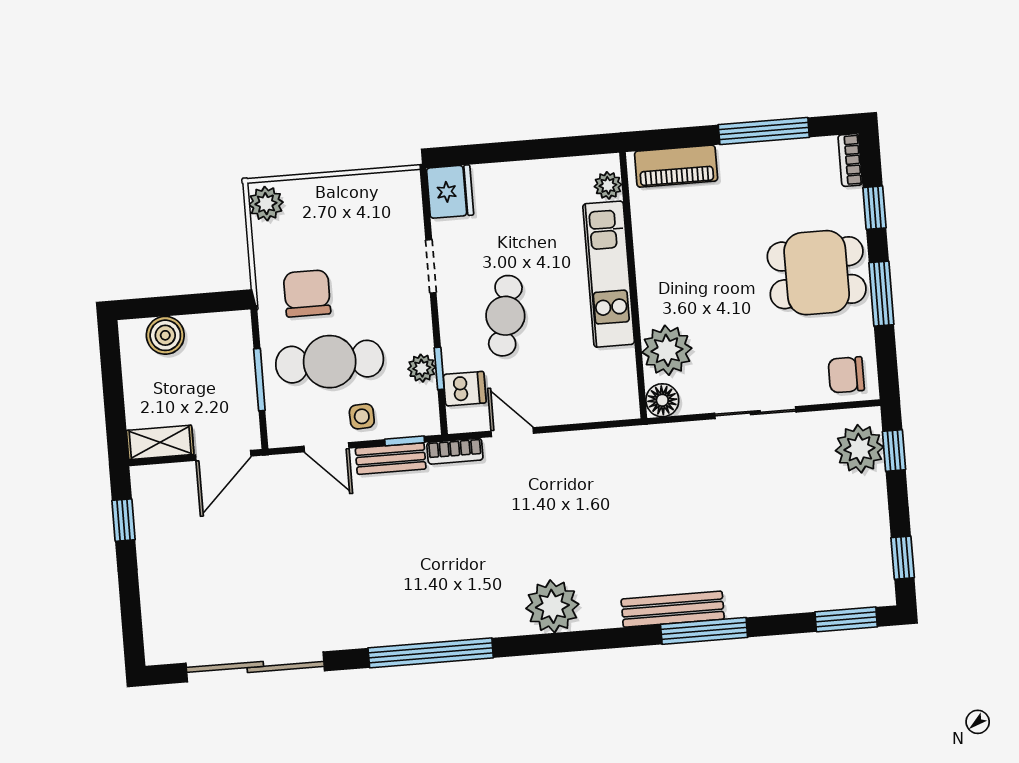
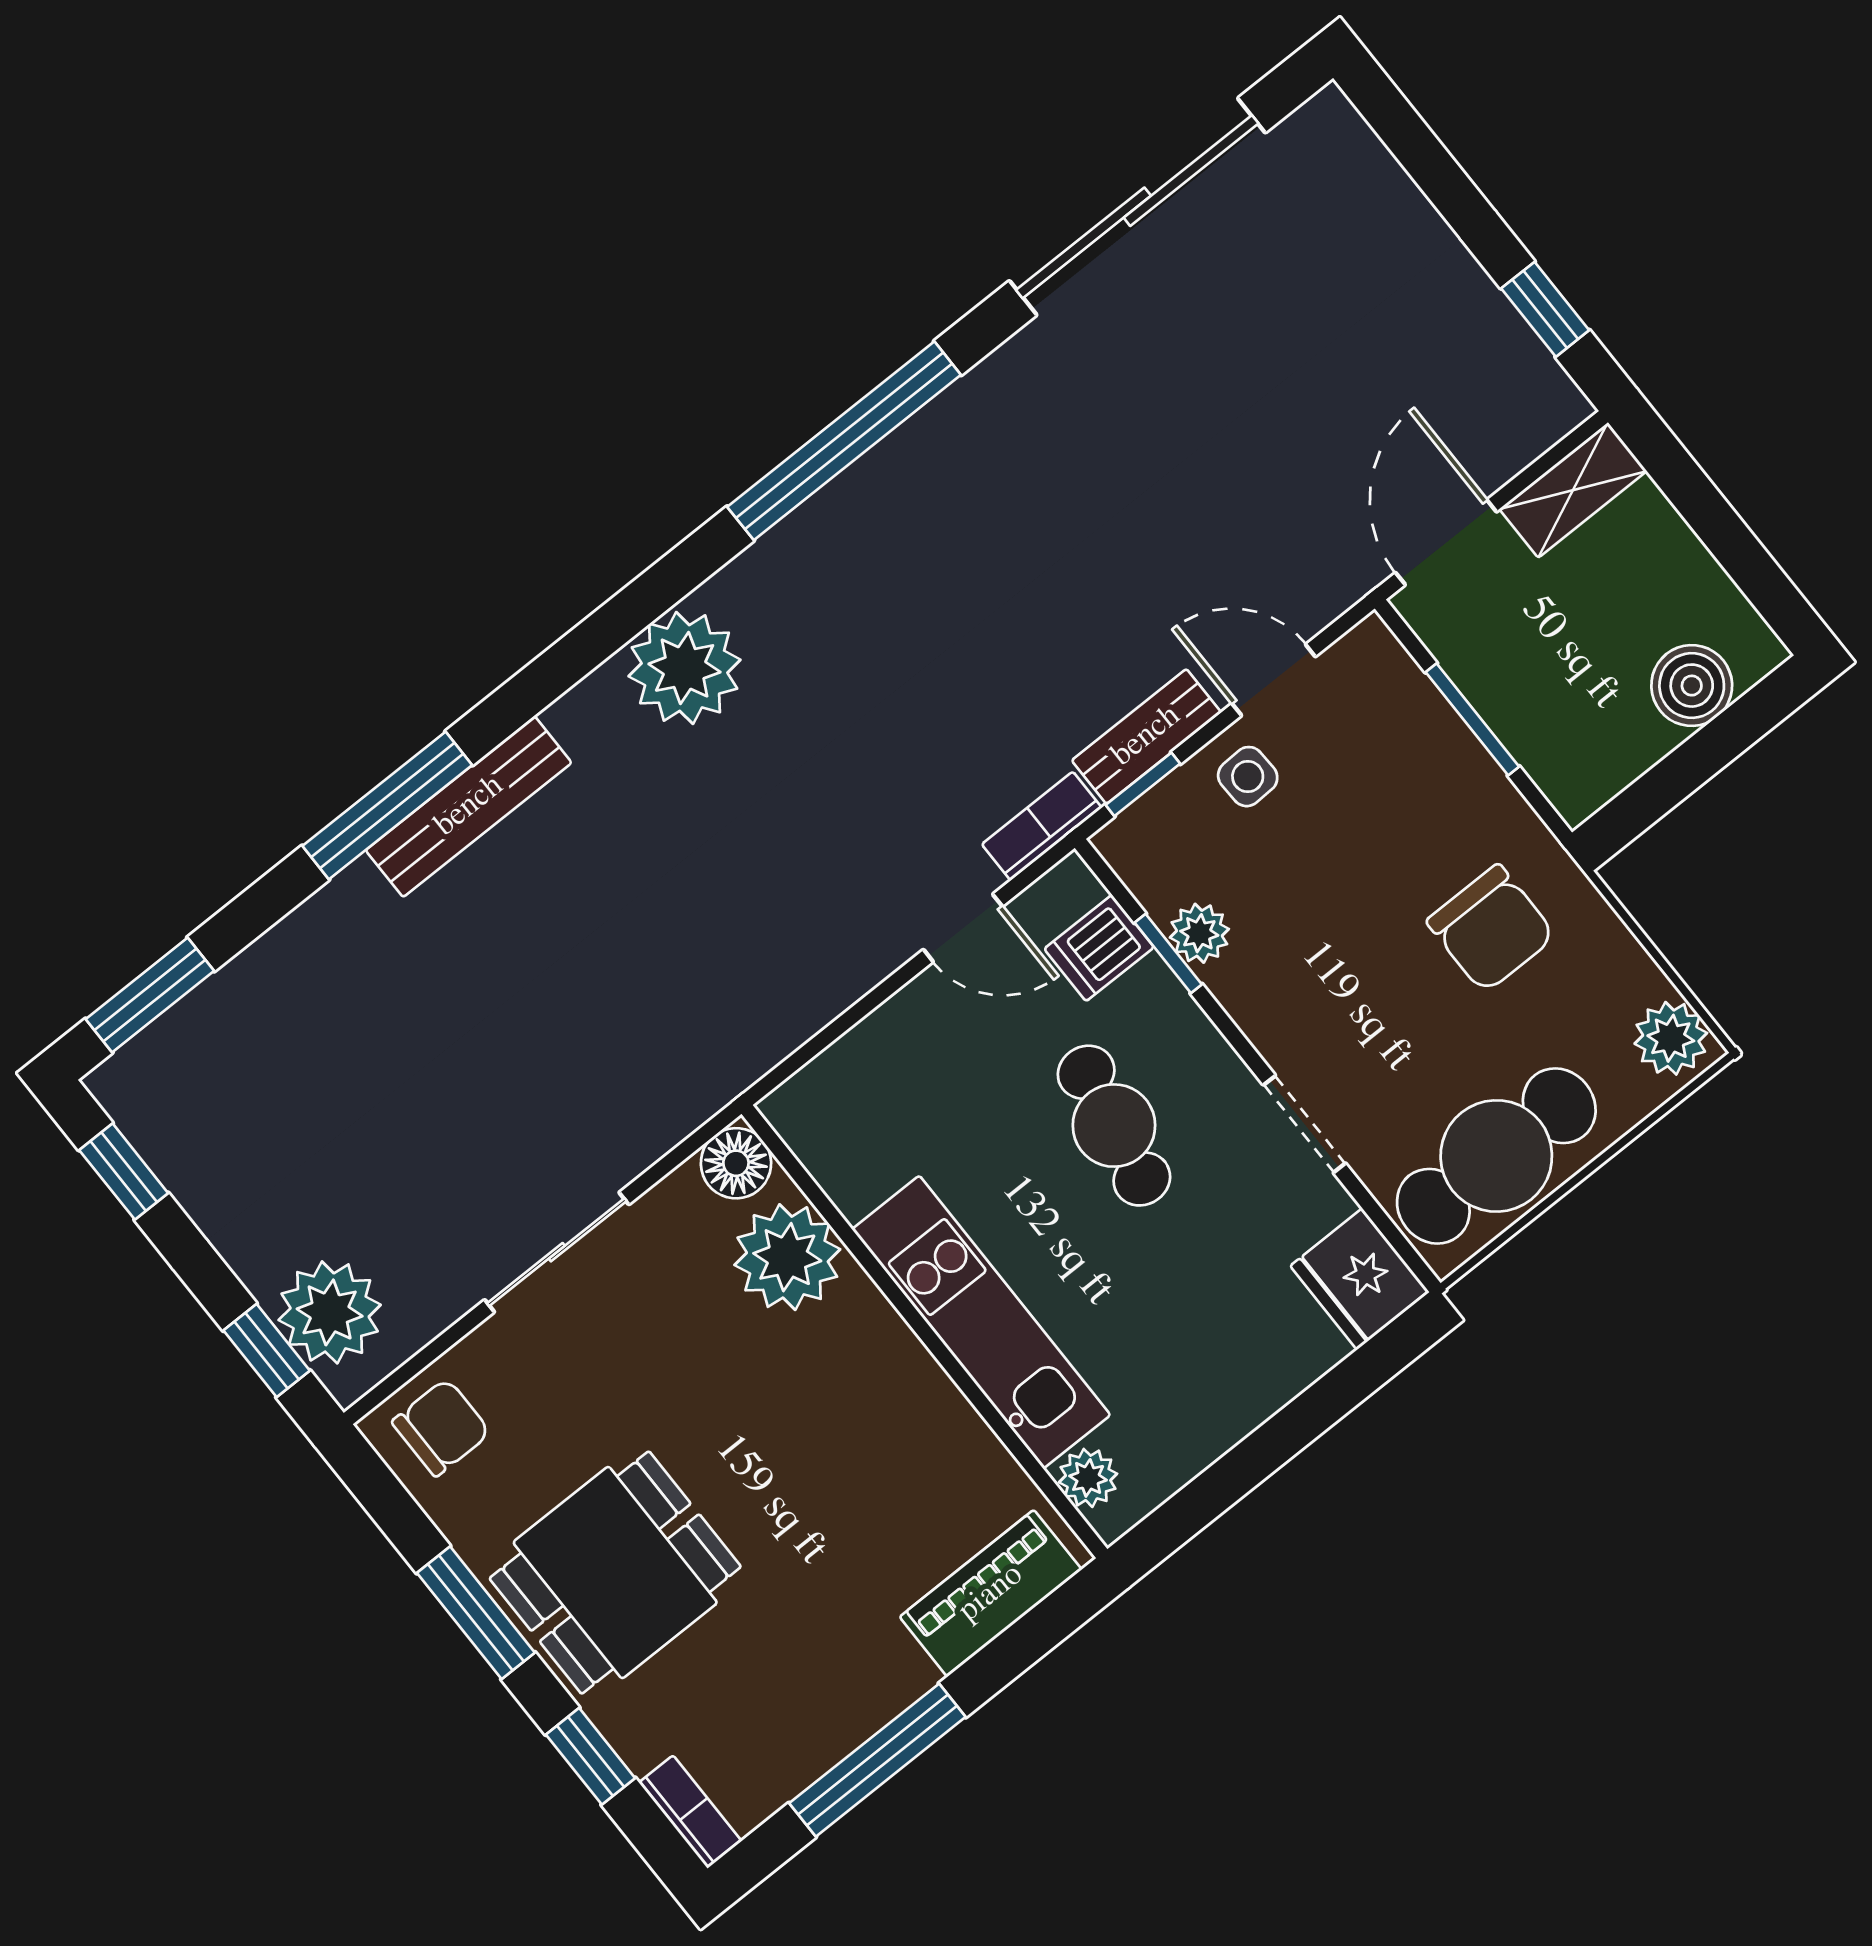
cafe table: (330, 362) -> (1496, 1156), moved

